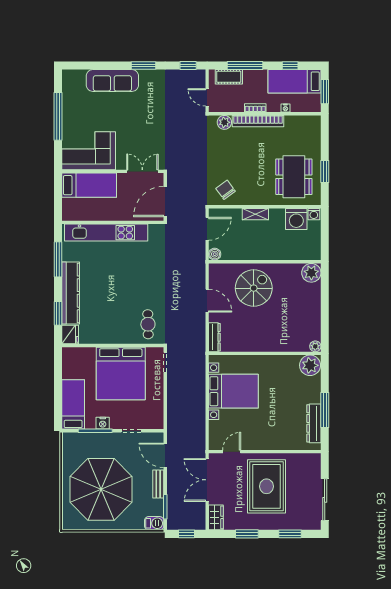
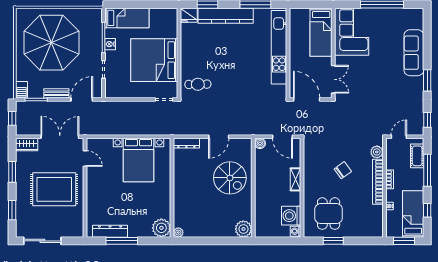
dining table: (294, 177) -> (329, 214), width x0.73
chair: (226, 190) -> (343, 170), moved

